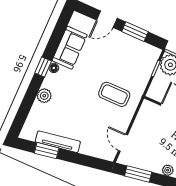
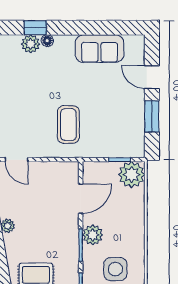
window: (43, 67) -> (35, 28), moved
floor lamp: (54, 68) -> (47, 41), moved
door: (123, 143) -> (17, 160), swing flipped

